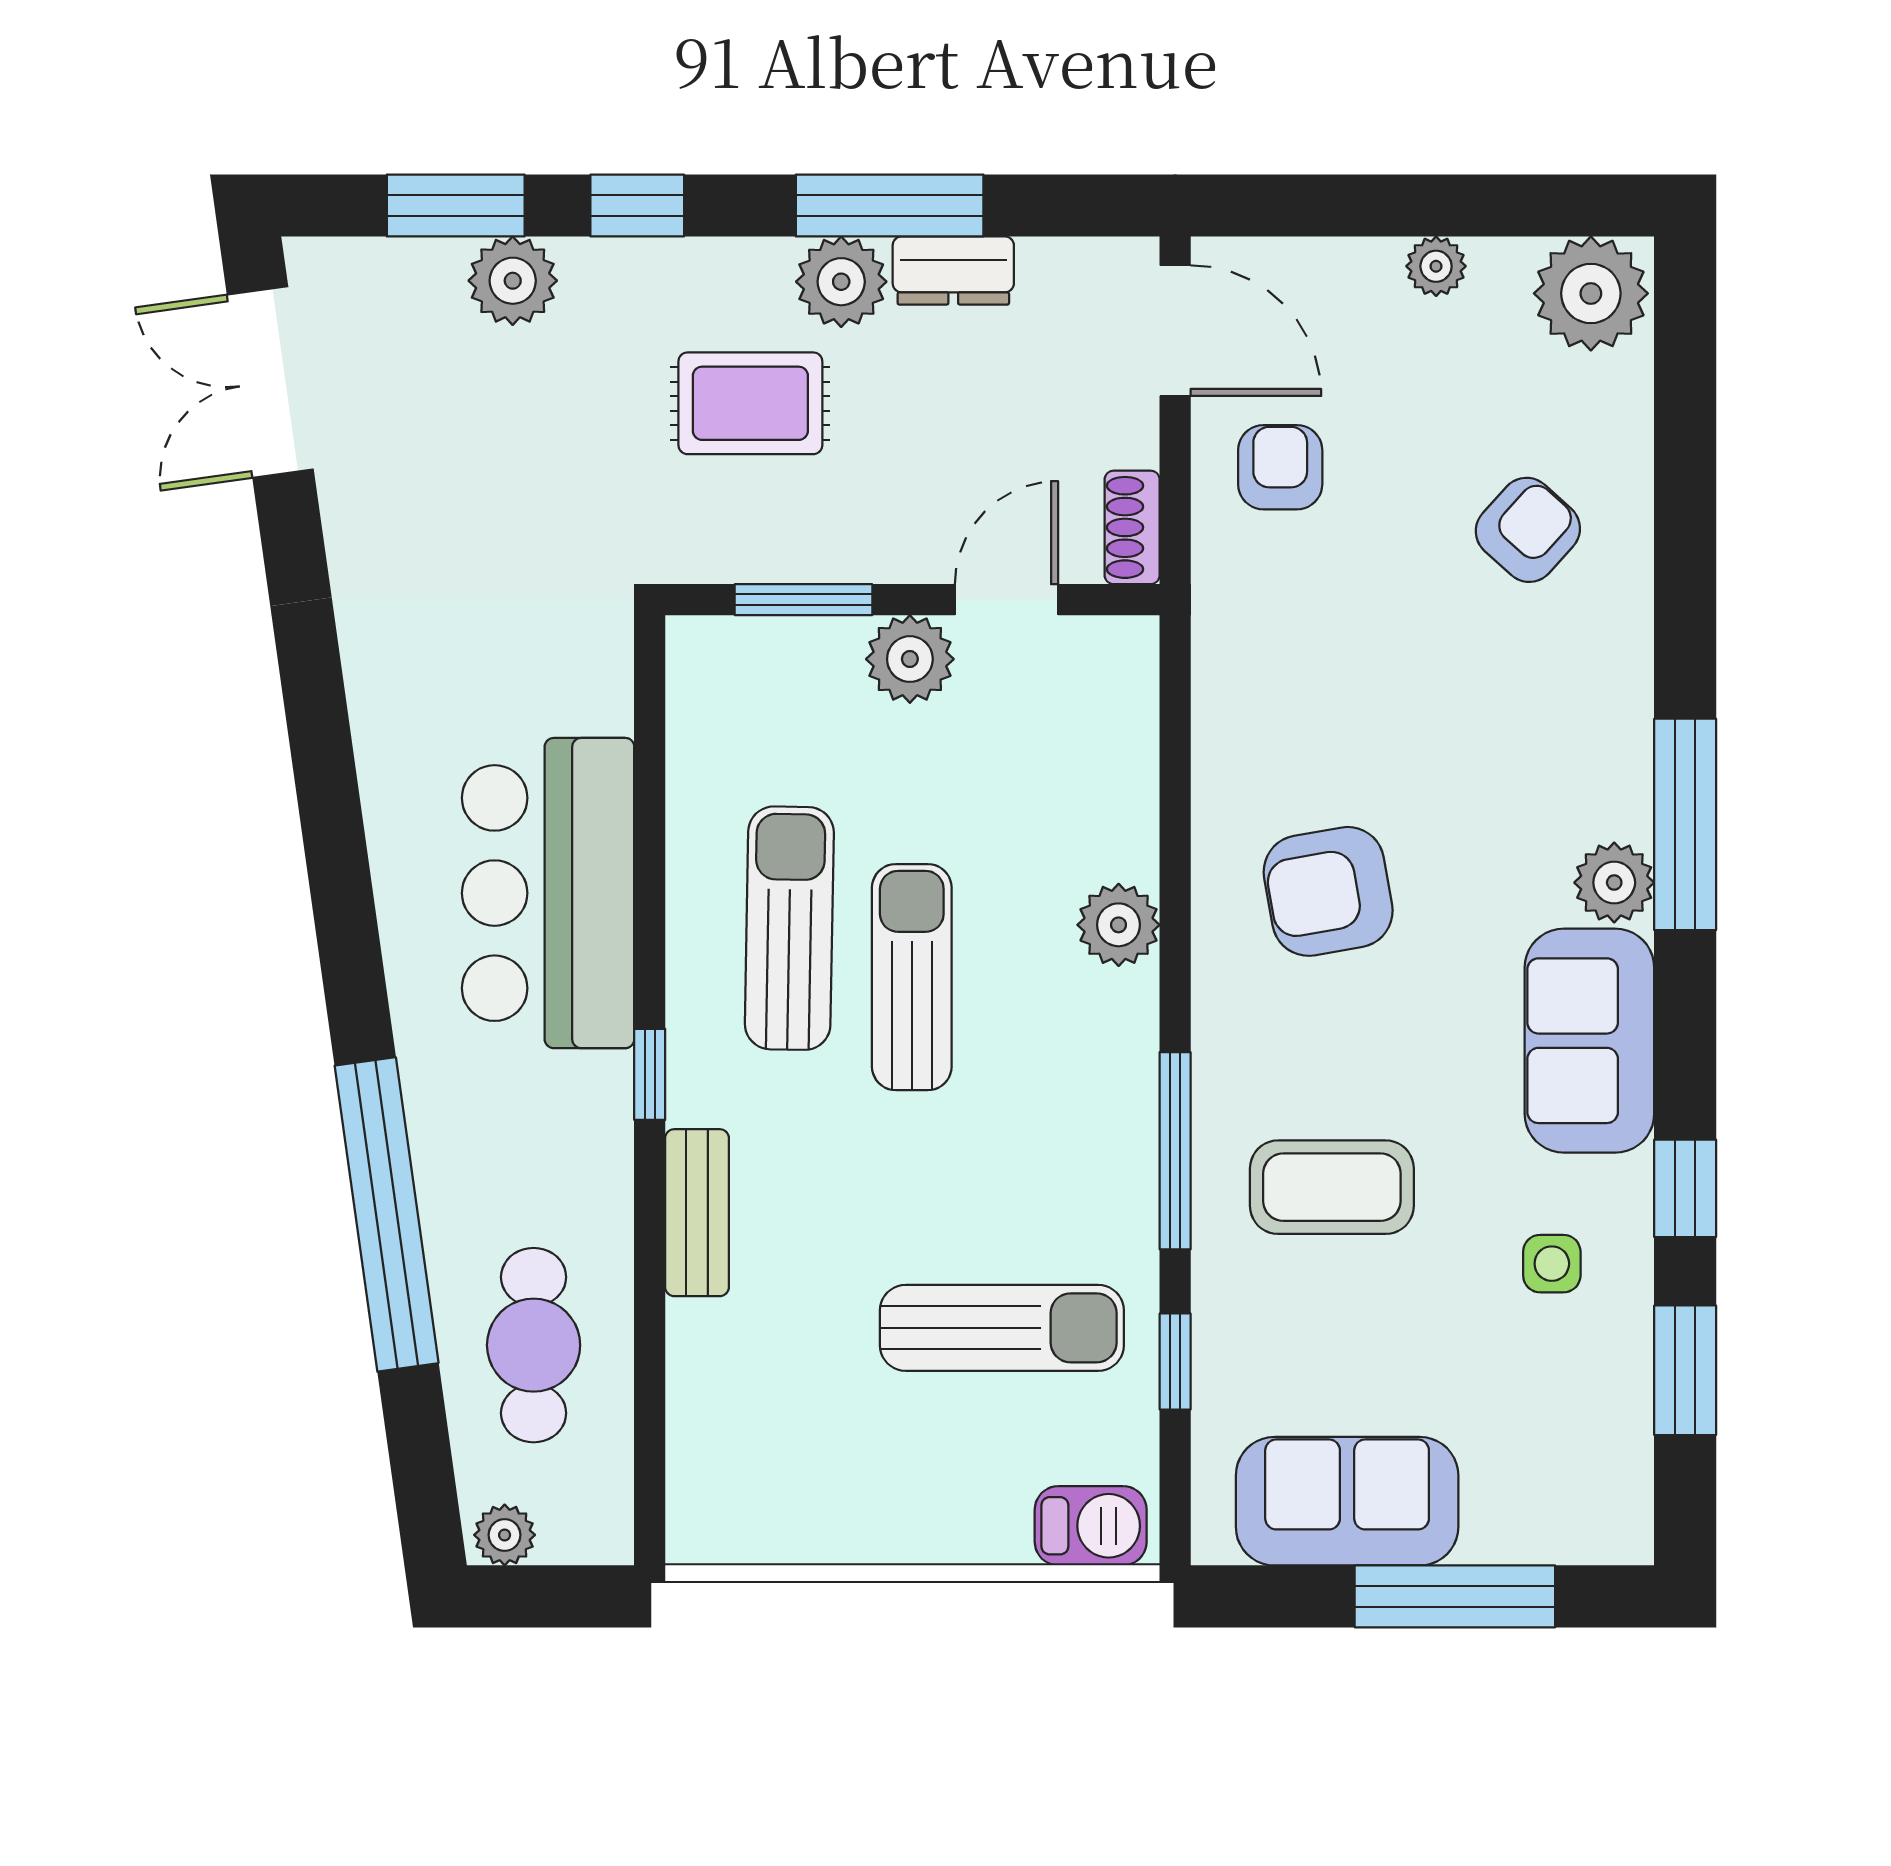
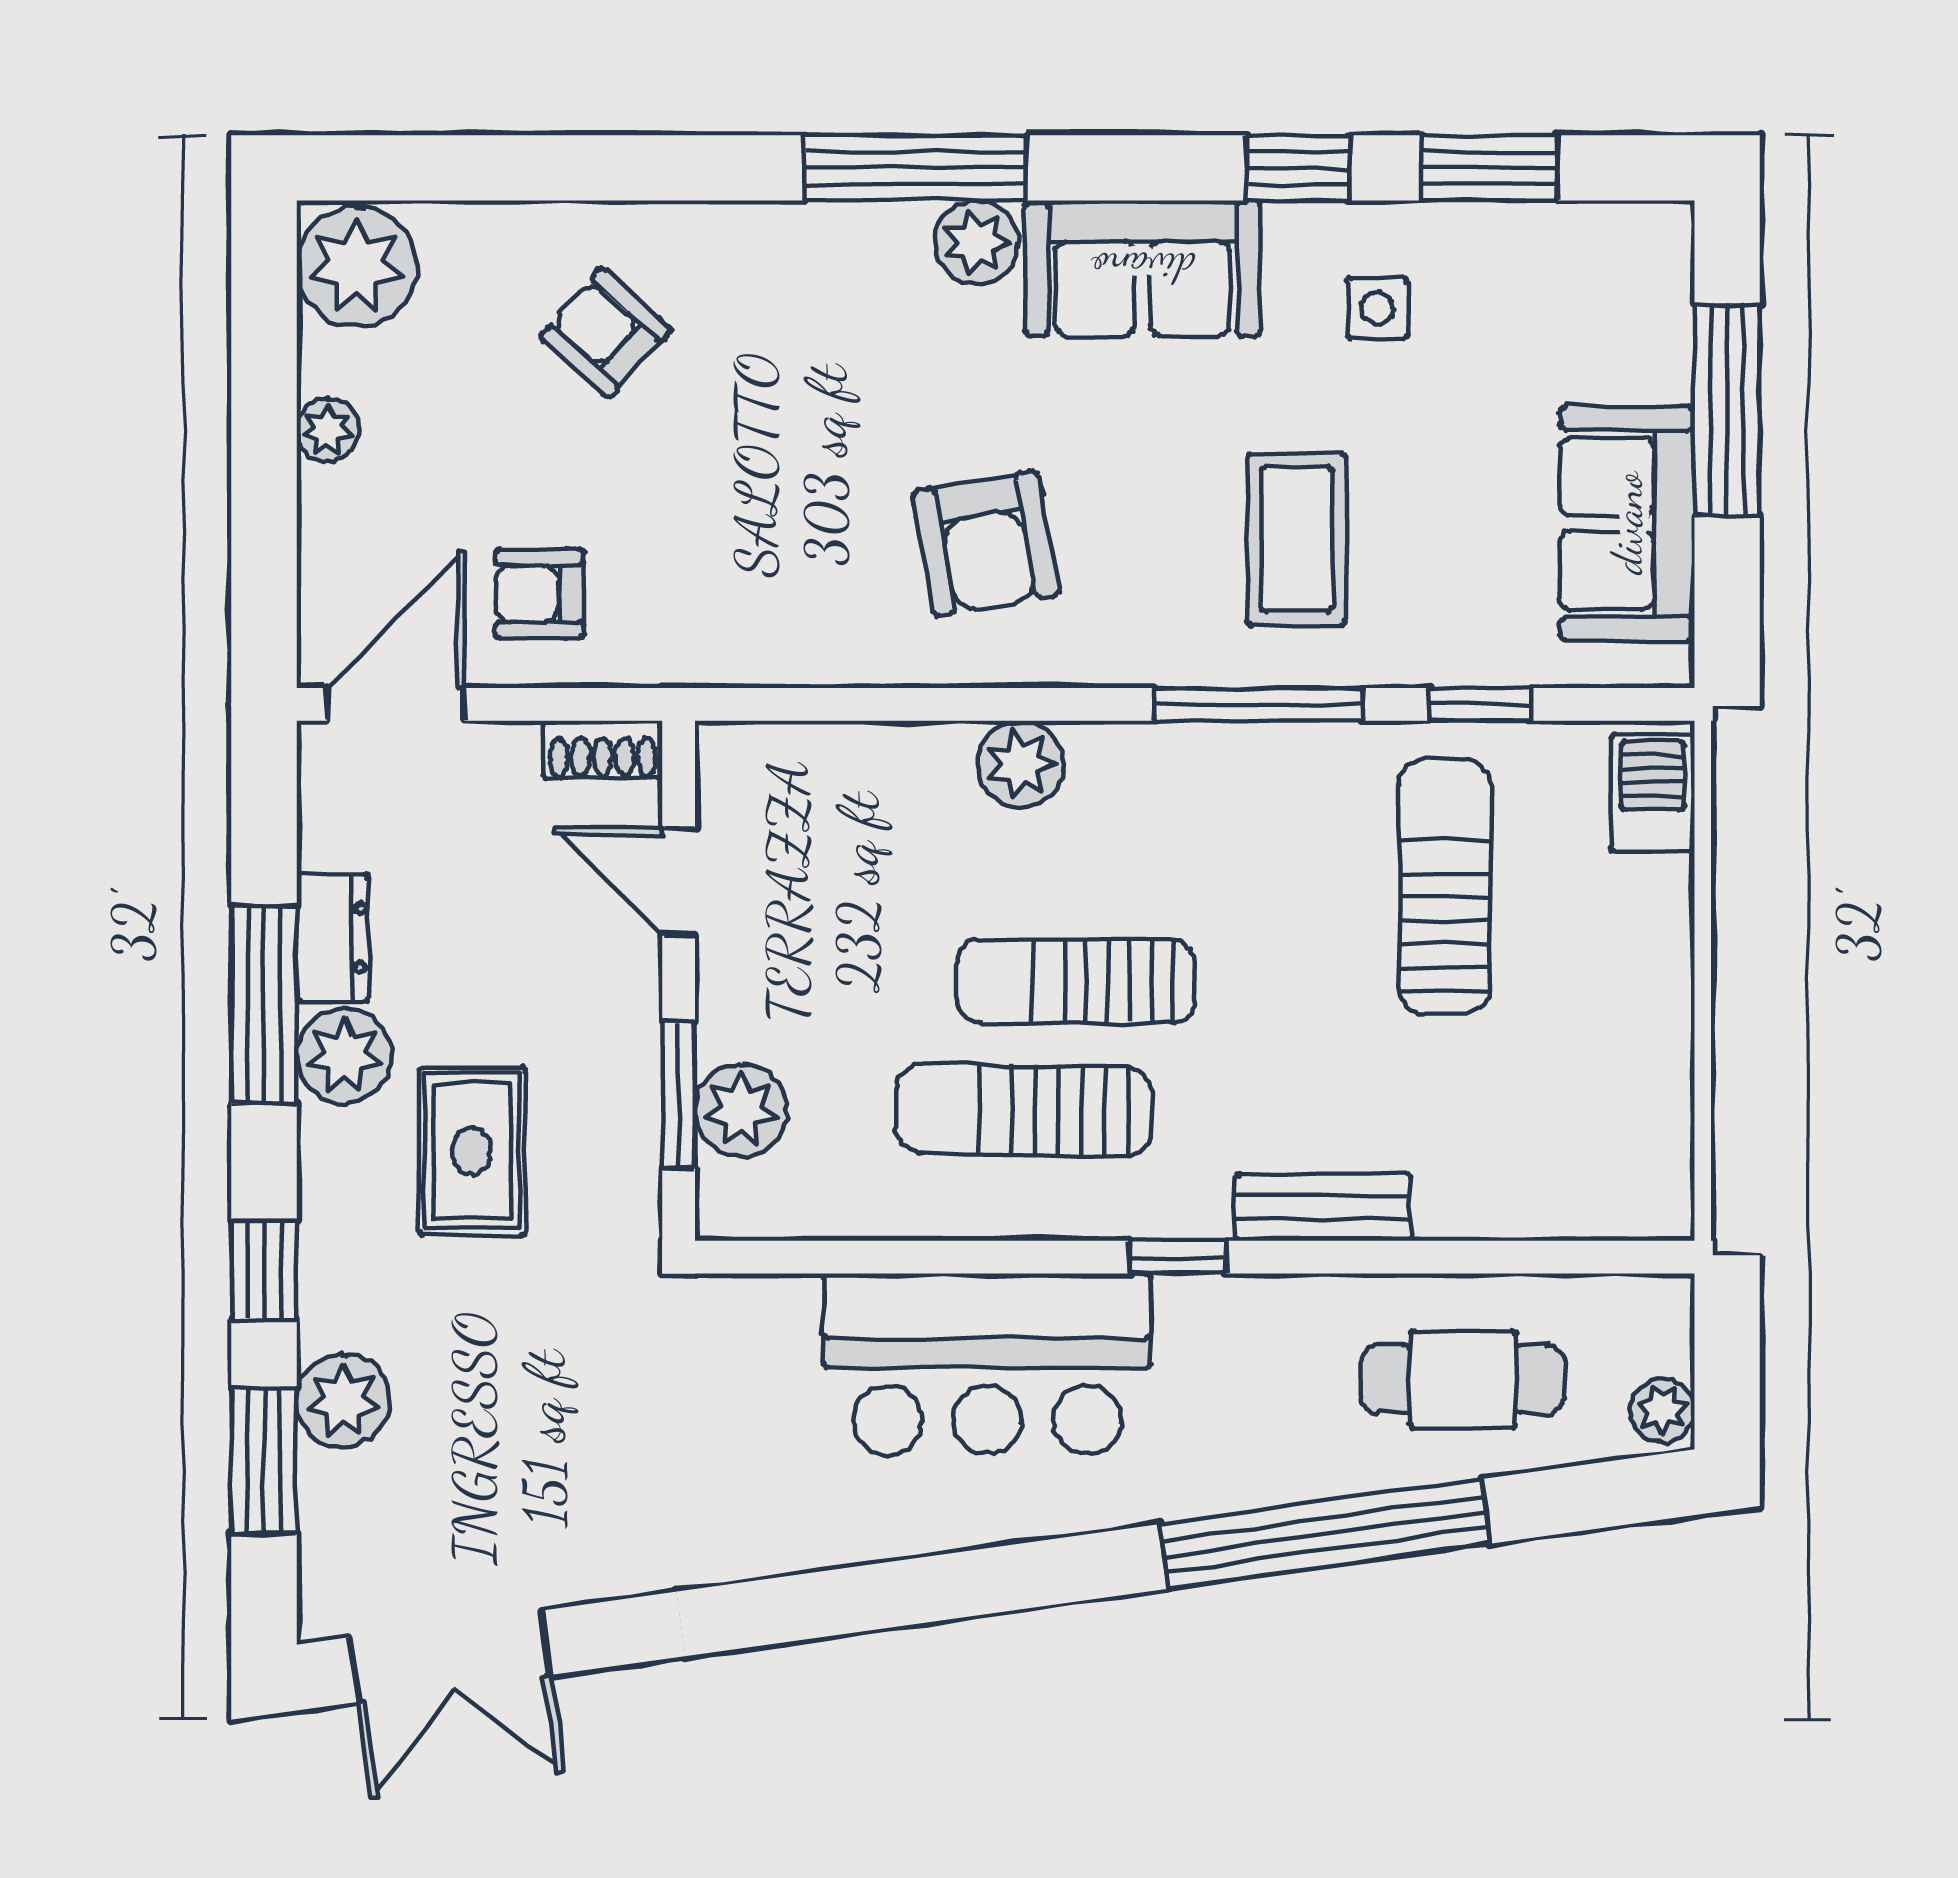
plant: (910, 659) -> (741, 1110), moved

